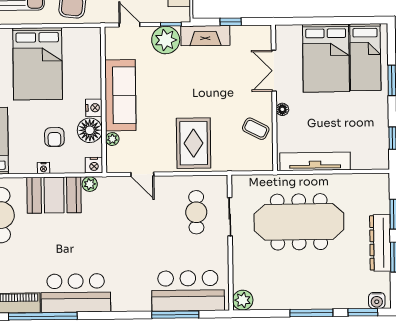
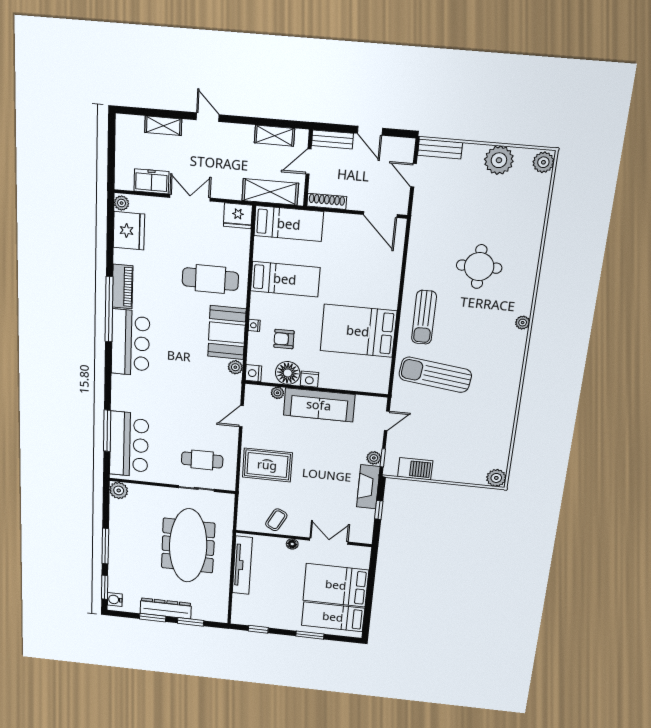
plant: (166, 40) -> (374, 458), width x0.53, depth x0.53

